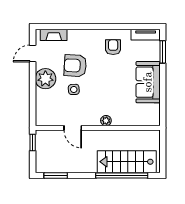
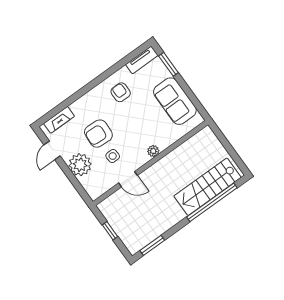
plant: (106, 121) -> (153, 151), moved
door: (73, 128) -> (128, 179), moved
wall: (98, 128) -> (150, 163), moved

